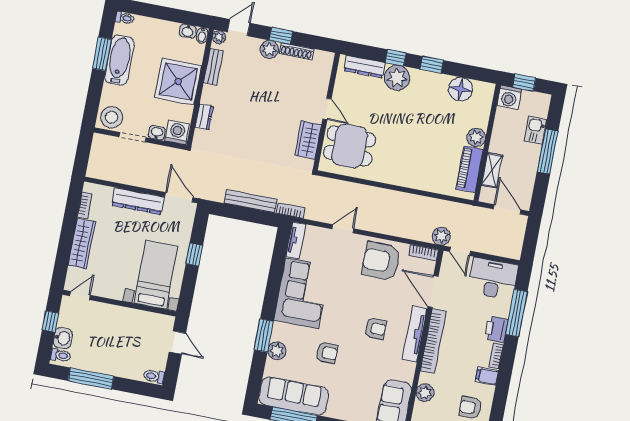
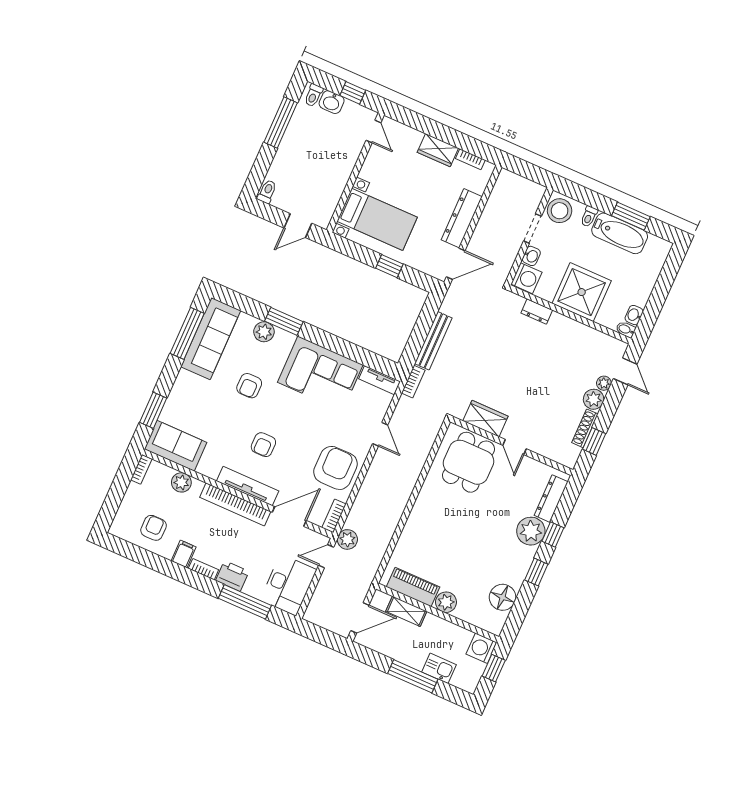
toilet: (125, 18) -> (589, 217), moved
window: (281, 36) -> (594, 441), moved
plant: (219, 37) -> (604, 383), moved
bench: (213, 67) -> (589, 334), removed
door: (327, 109) -> (514, 447), hinge flipped
wardrobe: (82, 244) -> (438, 150), width x0.67

